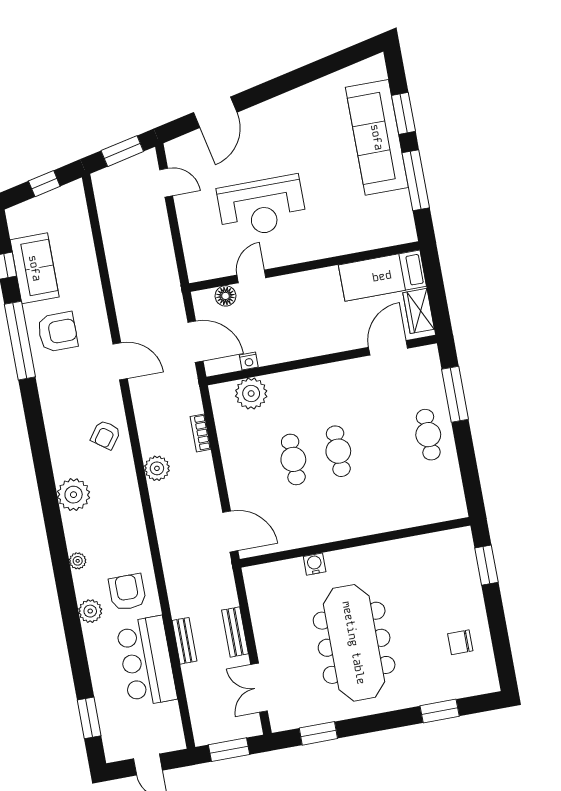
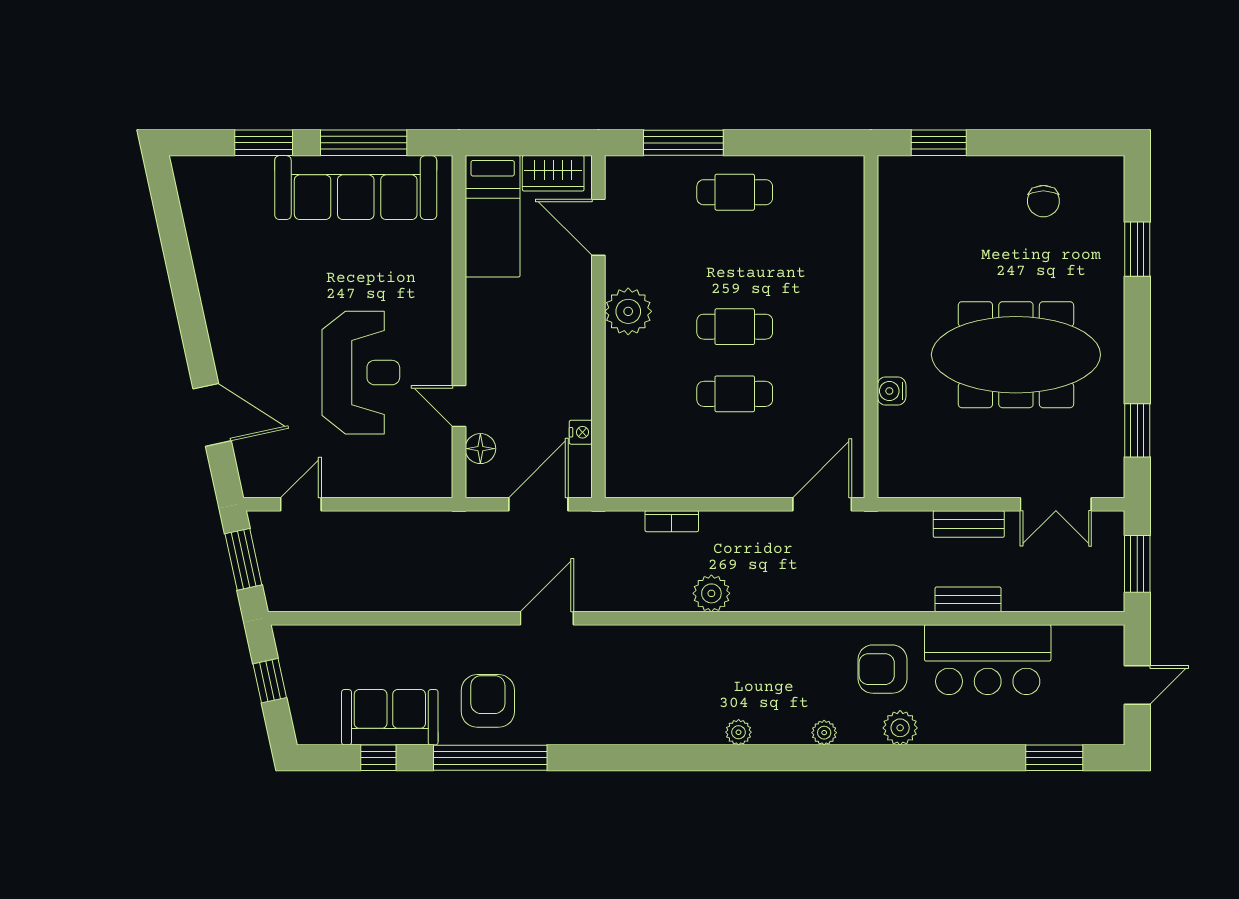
sofa: (377, 137) -> (356, 188), moved
plant: (251, 393) -> (628, 311), moved
armchair: (106, 435) -> (649, 659), removed
plant: (74, 495) -> (739, 732), width x0.53, depth x0.53

